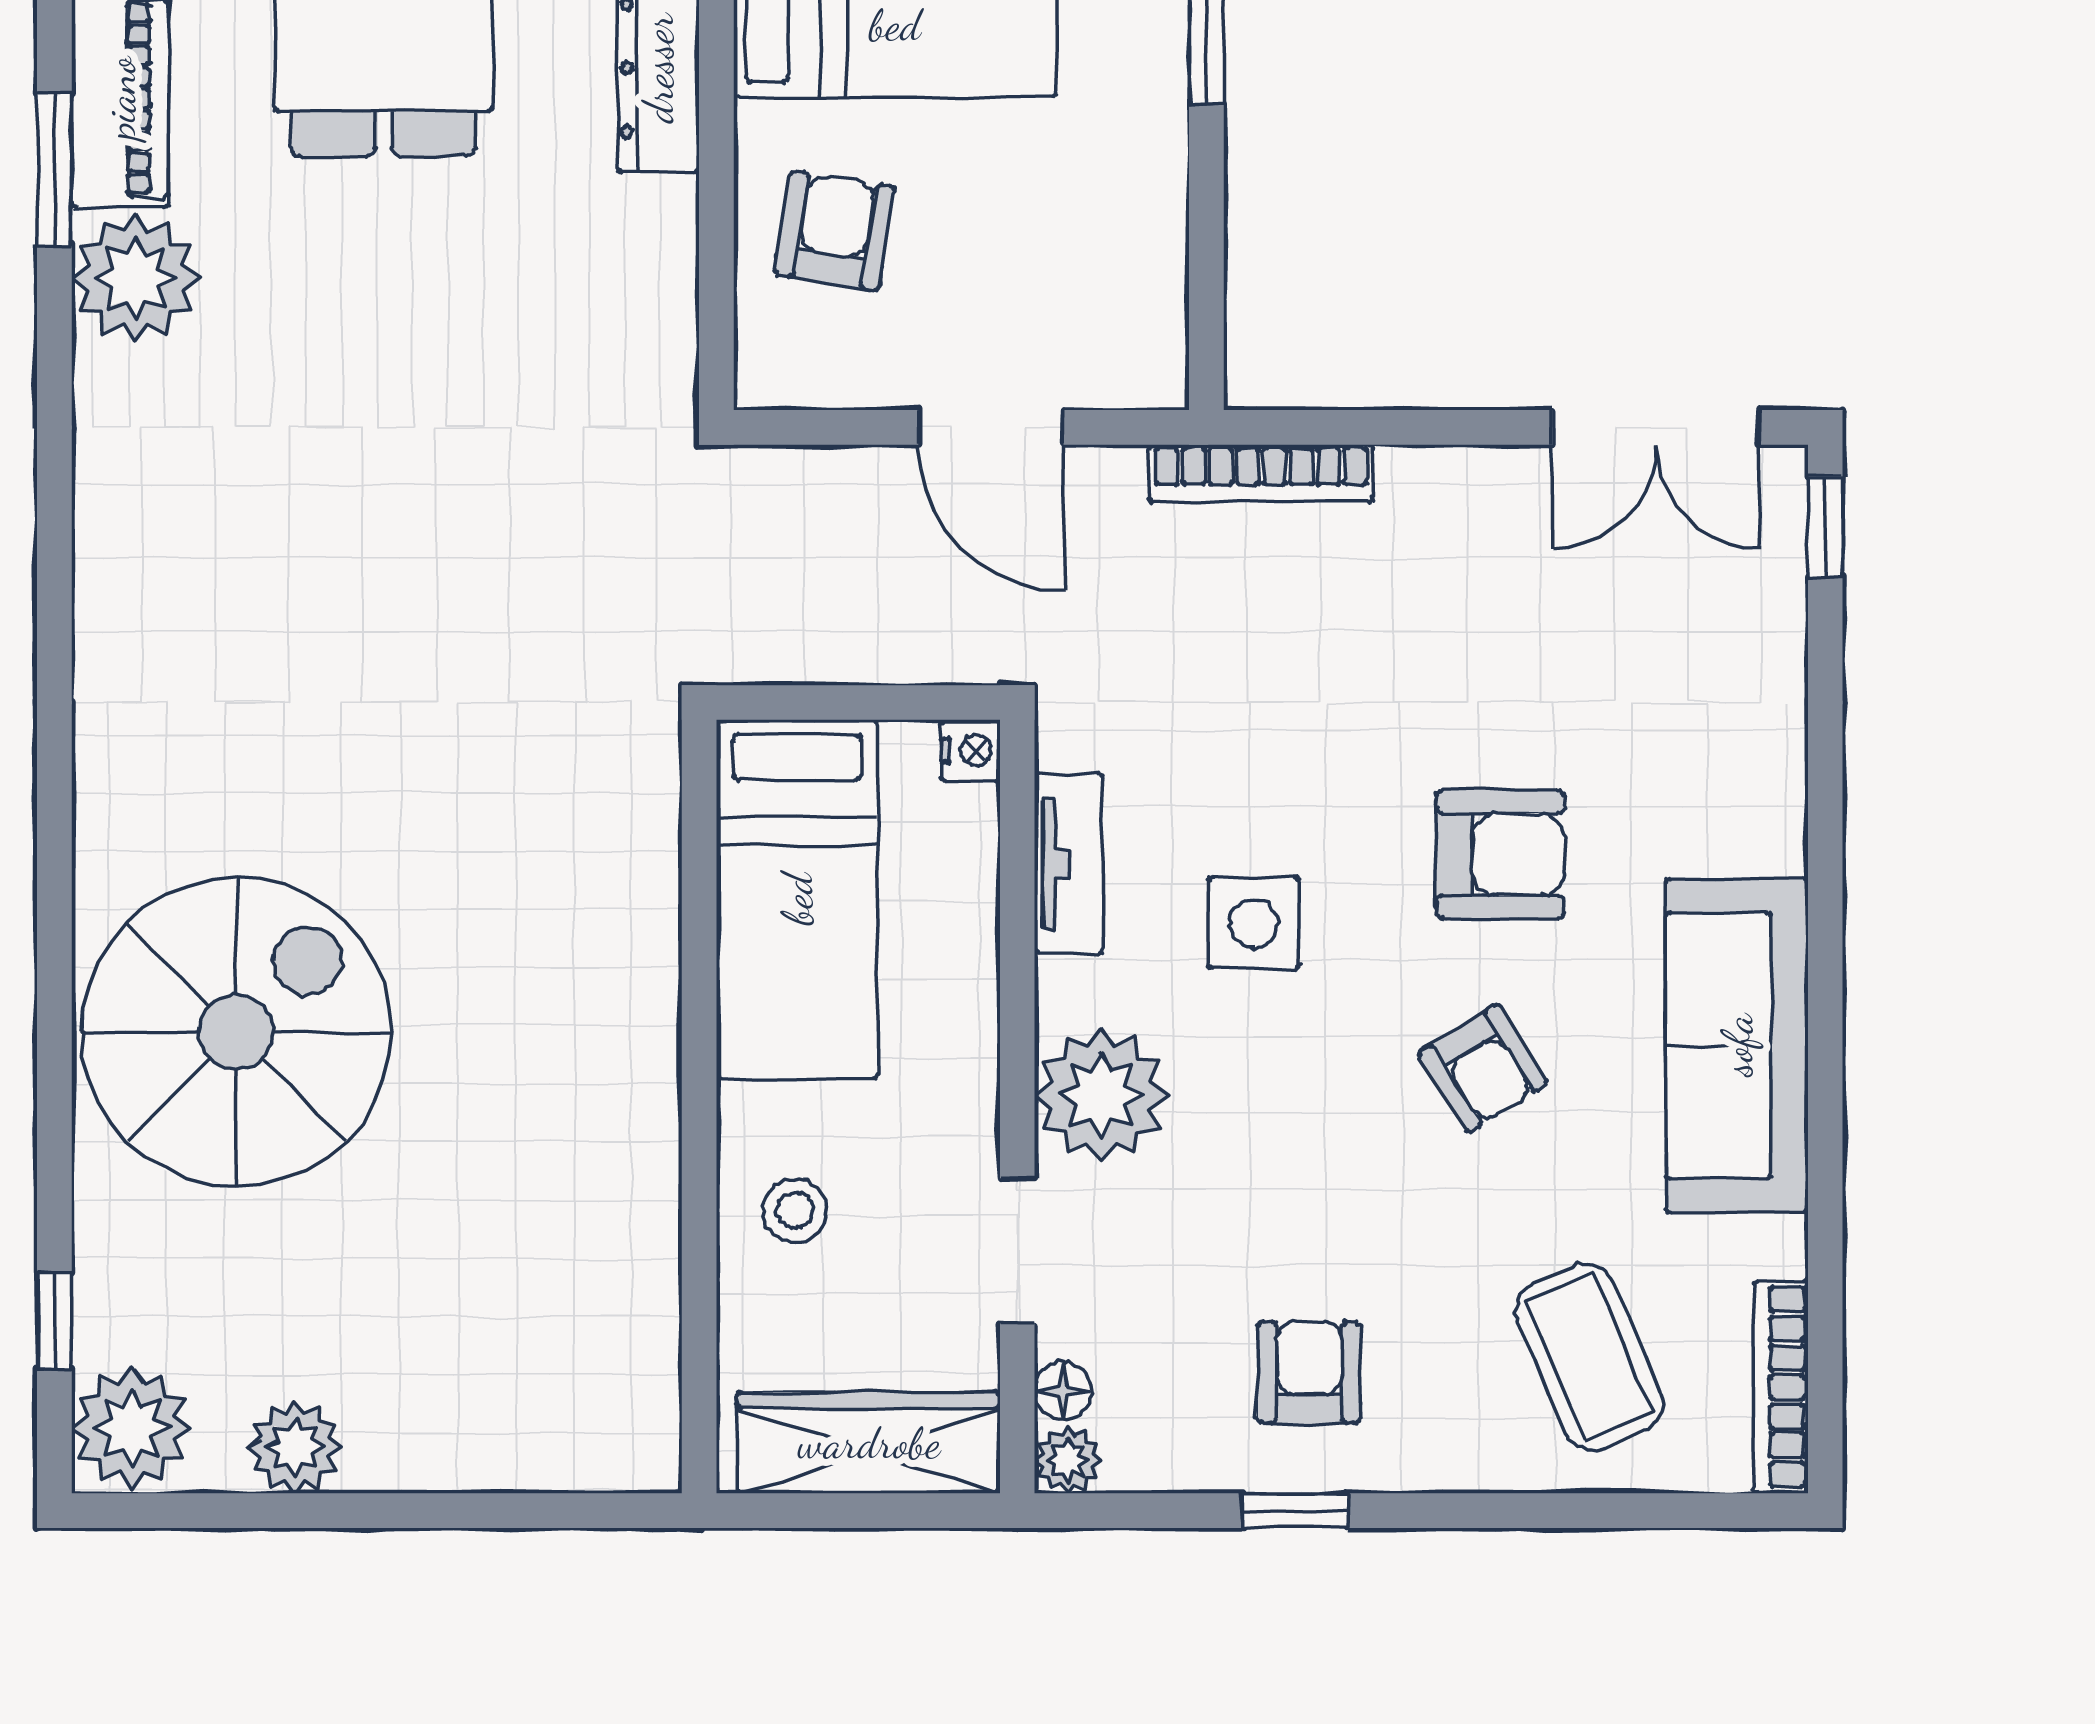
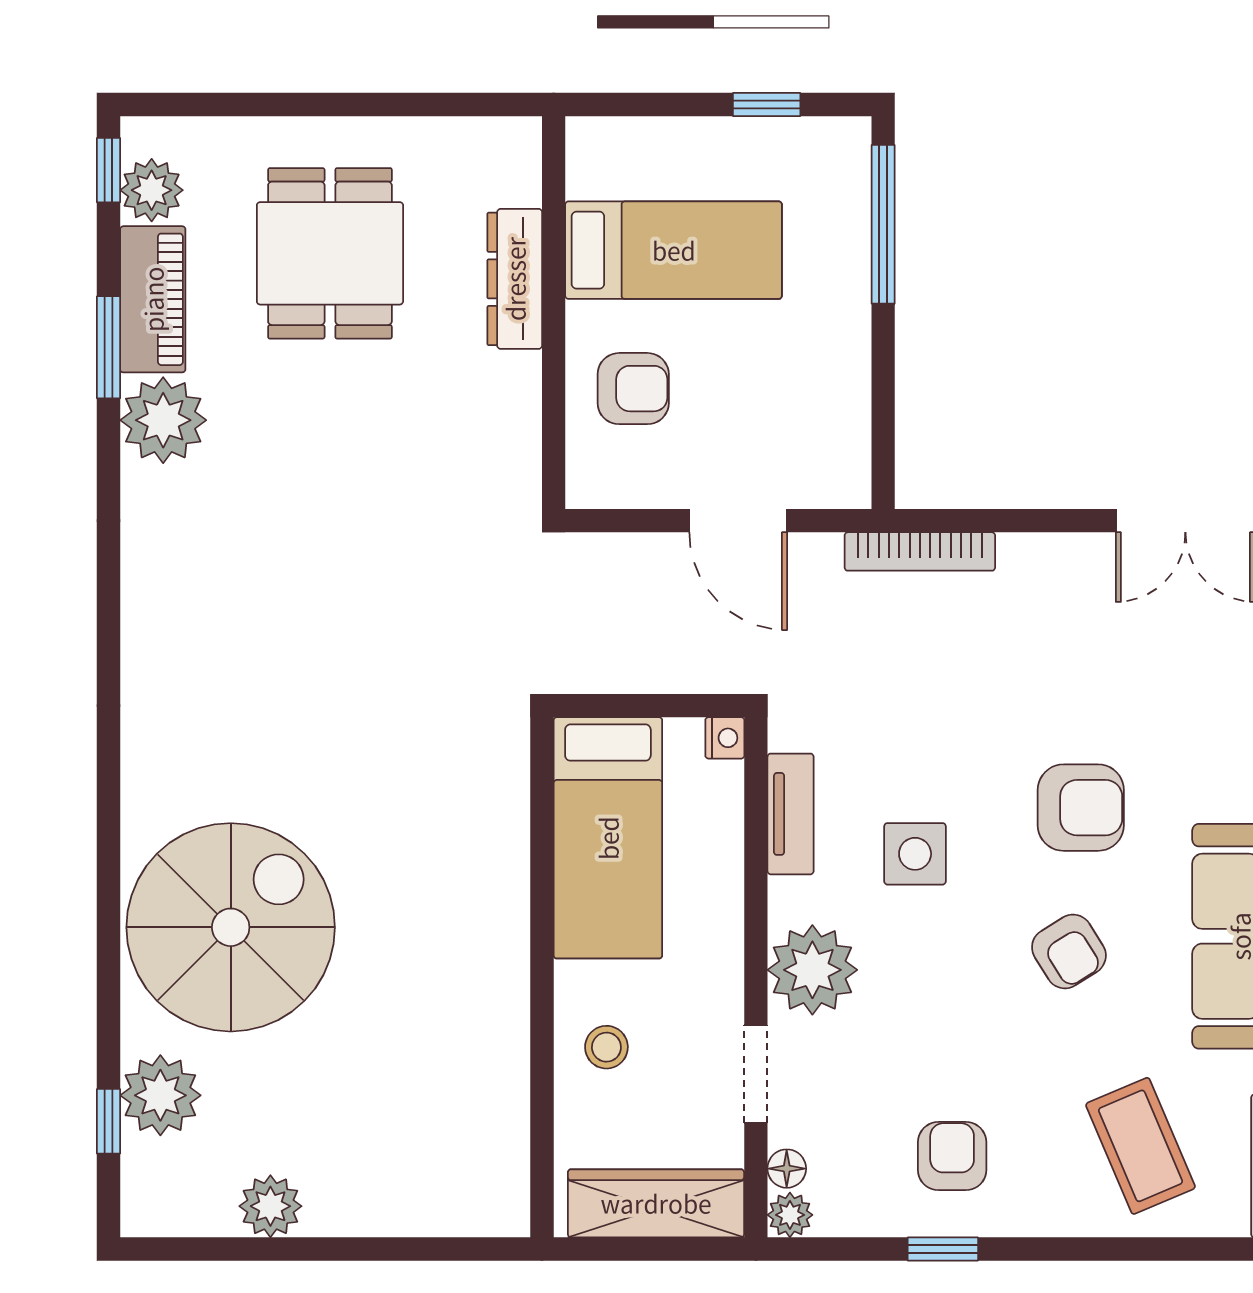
armchair: (835, 231) -> (633, 389), turned 81
plant: (132, 1428) -> (160, 1095), moved

